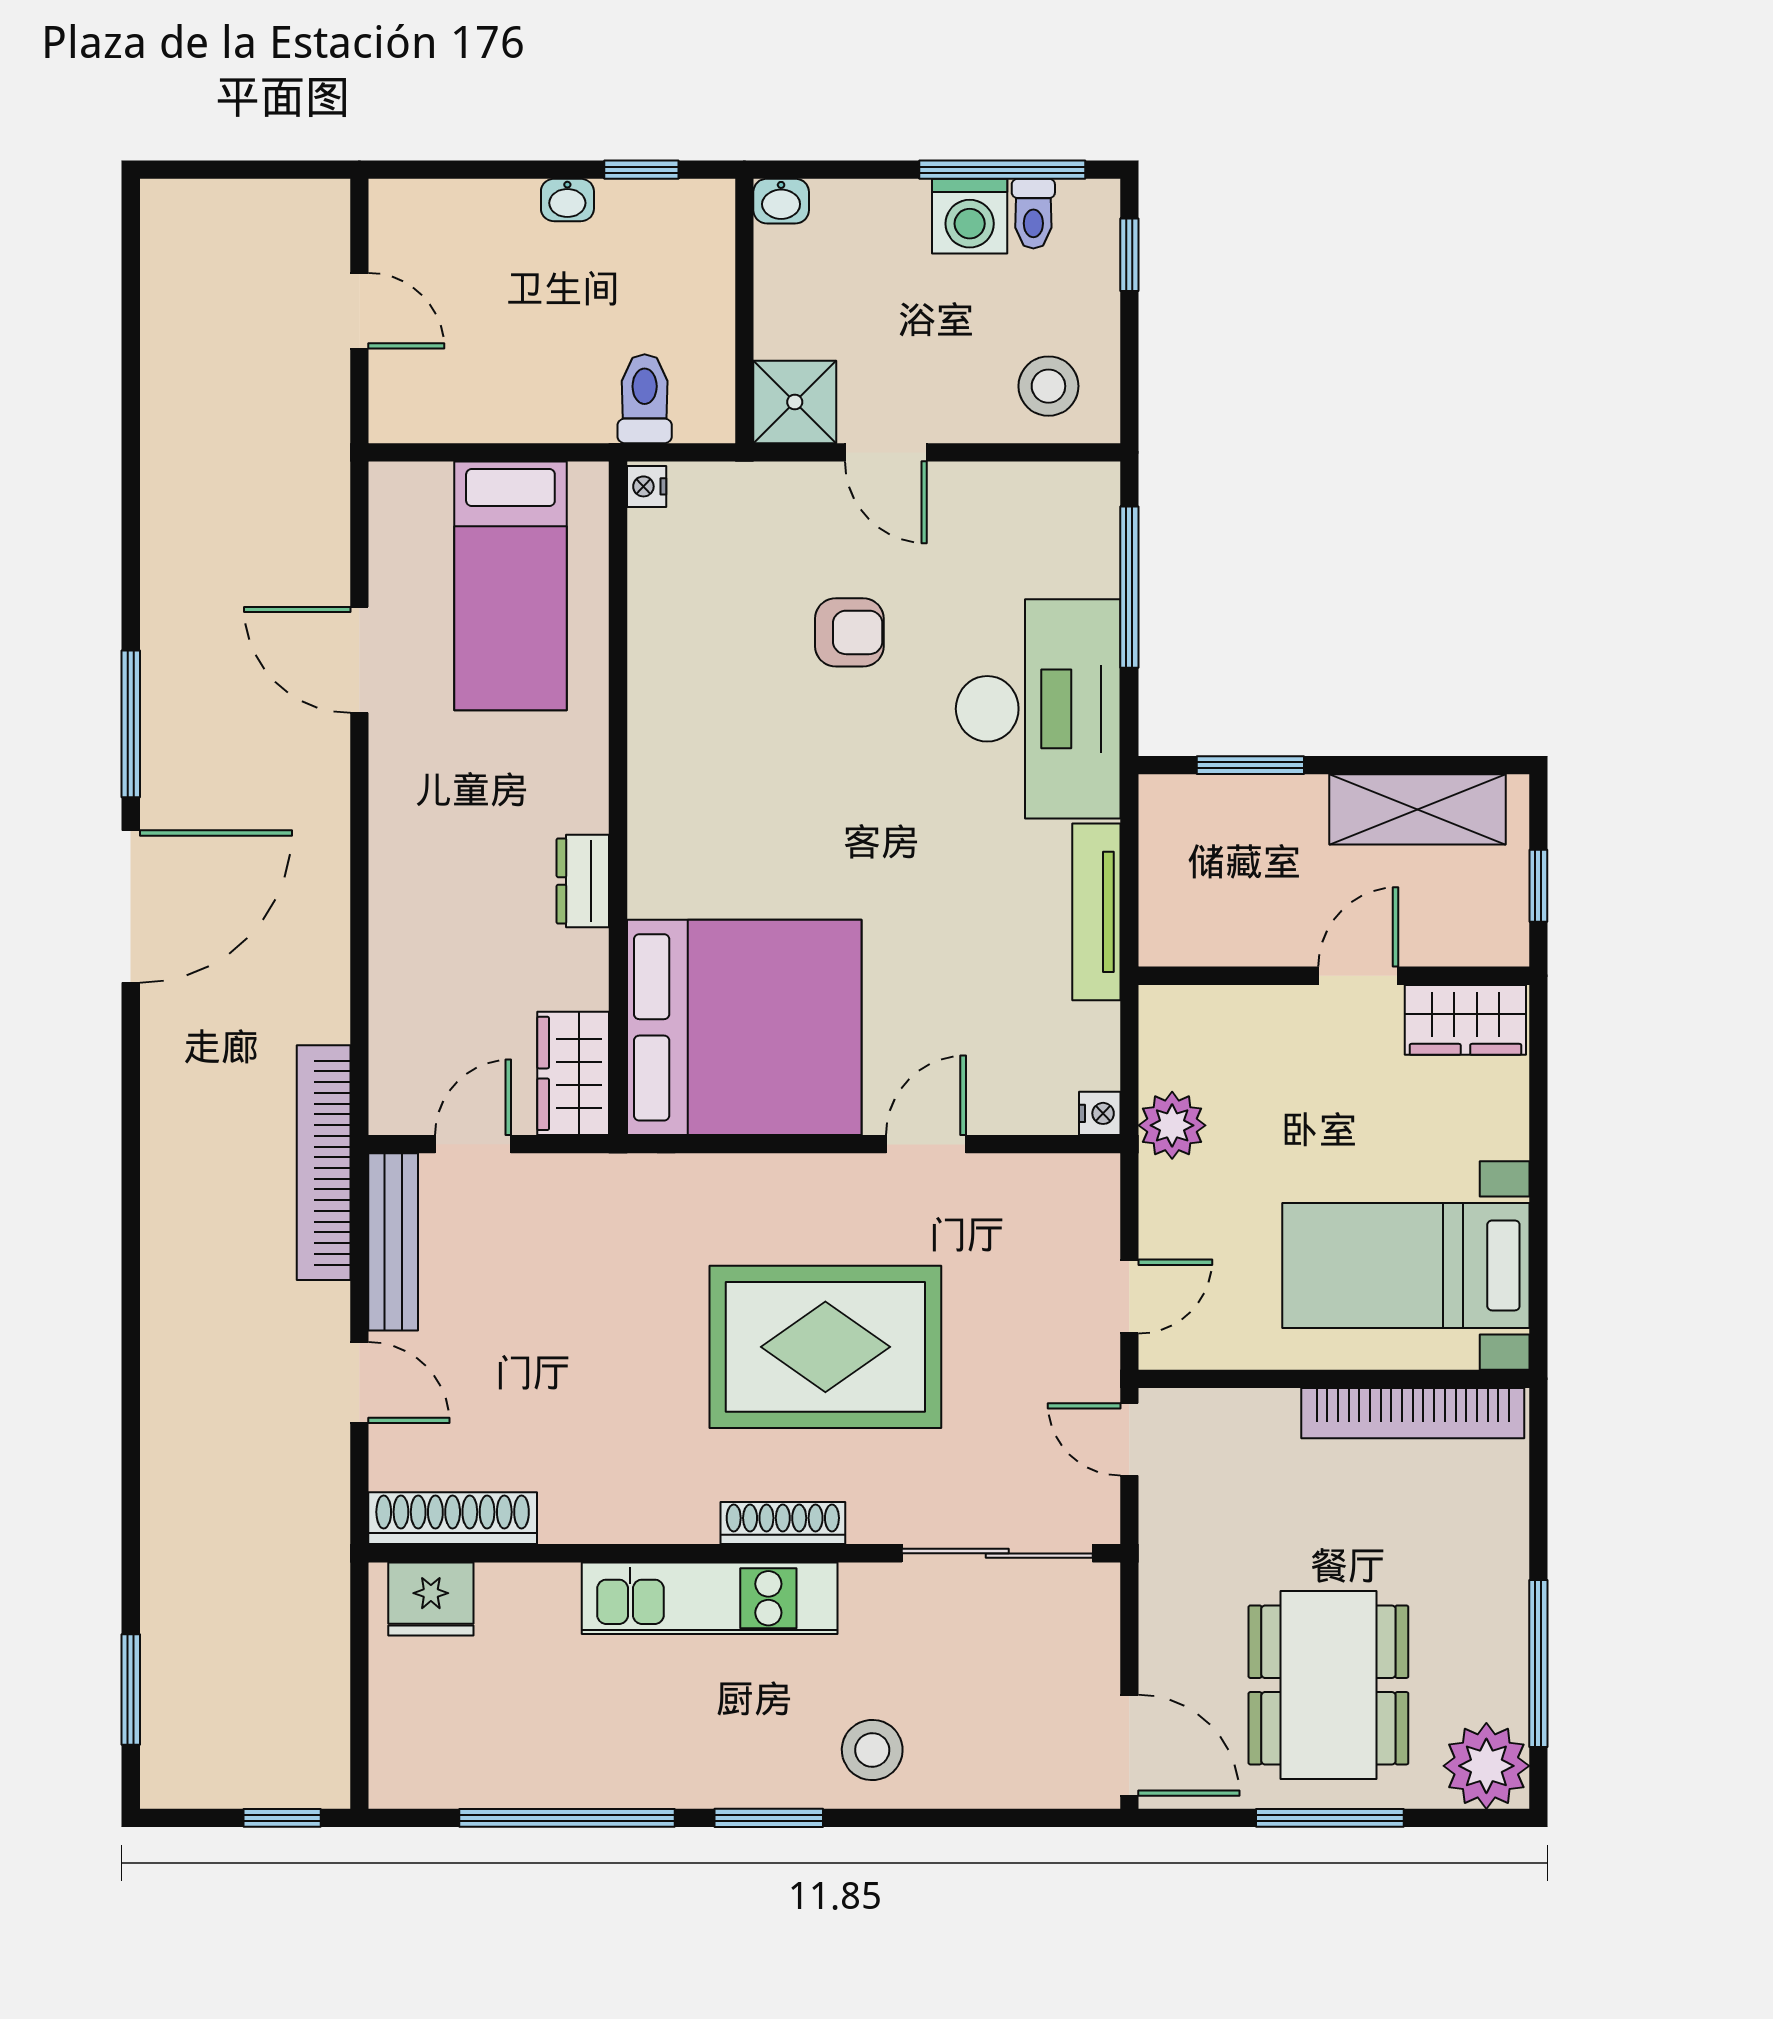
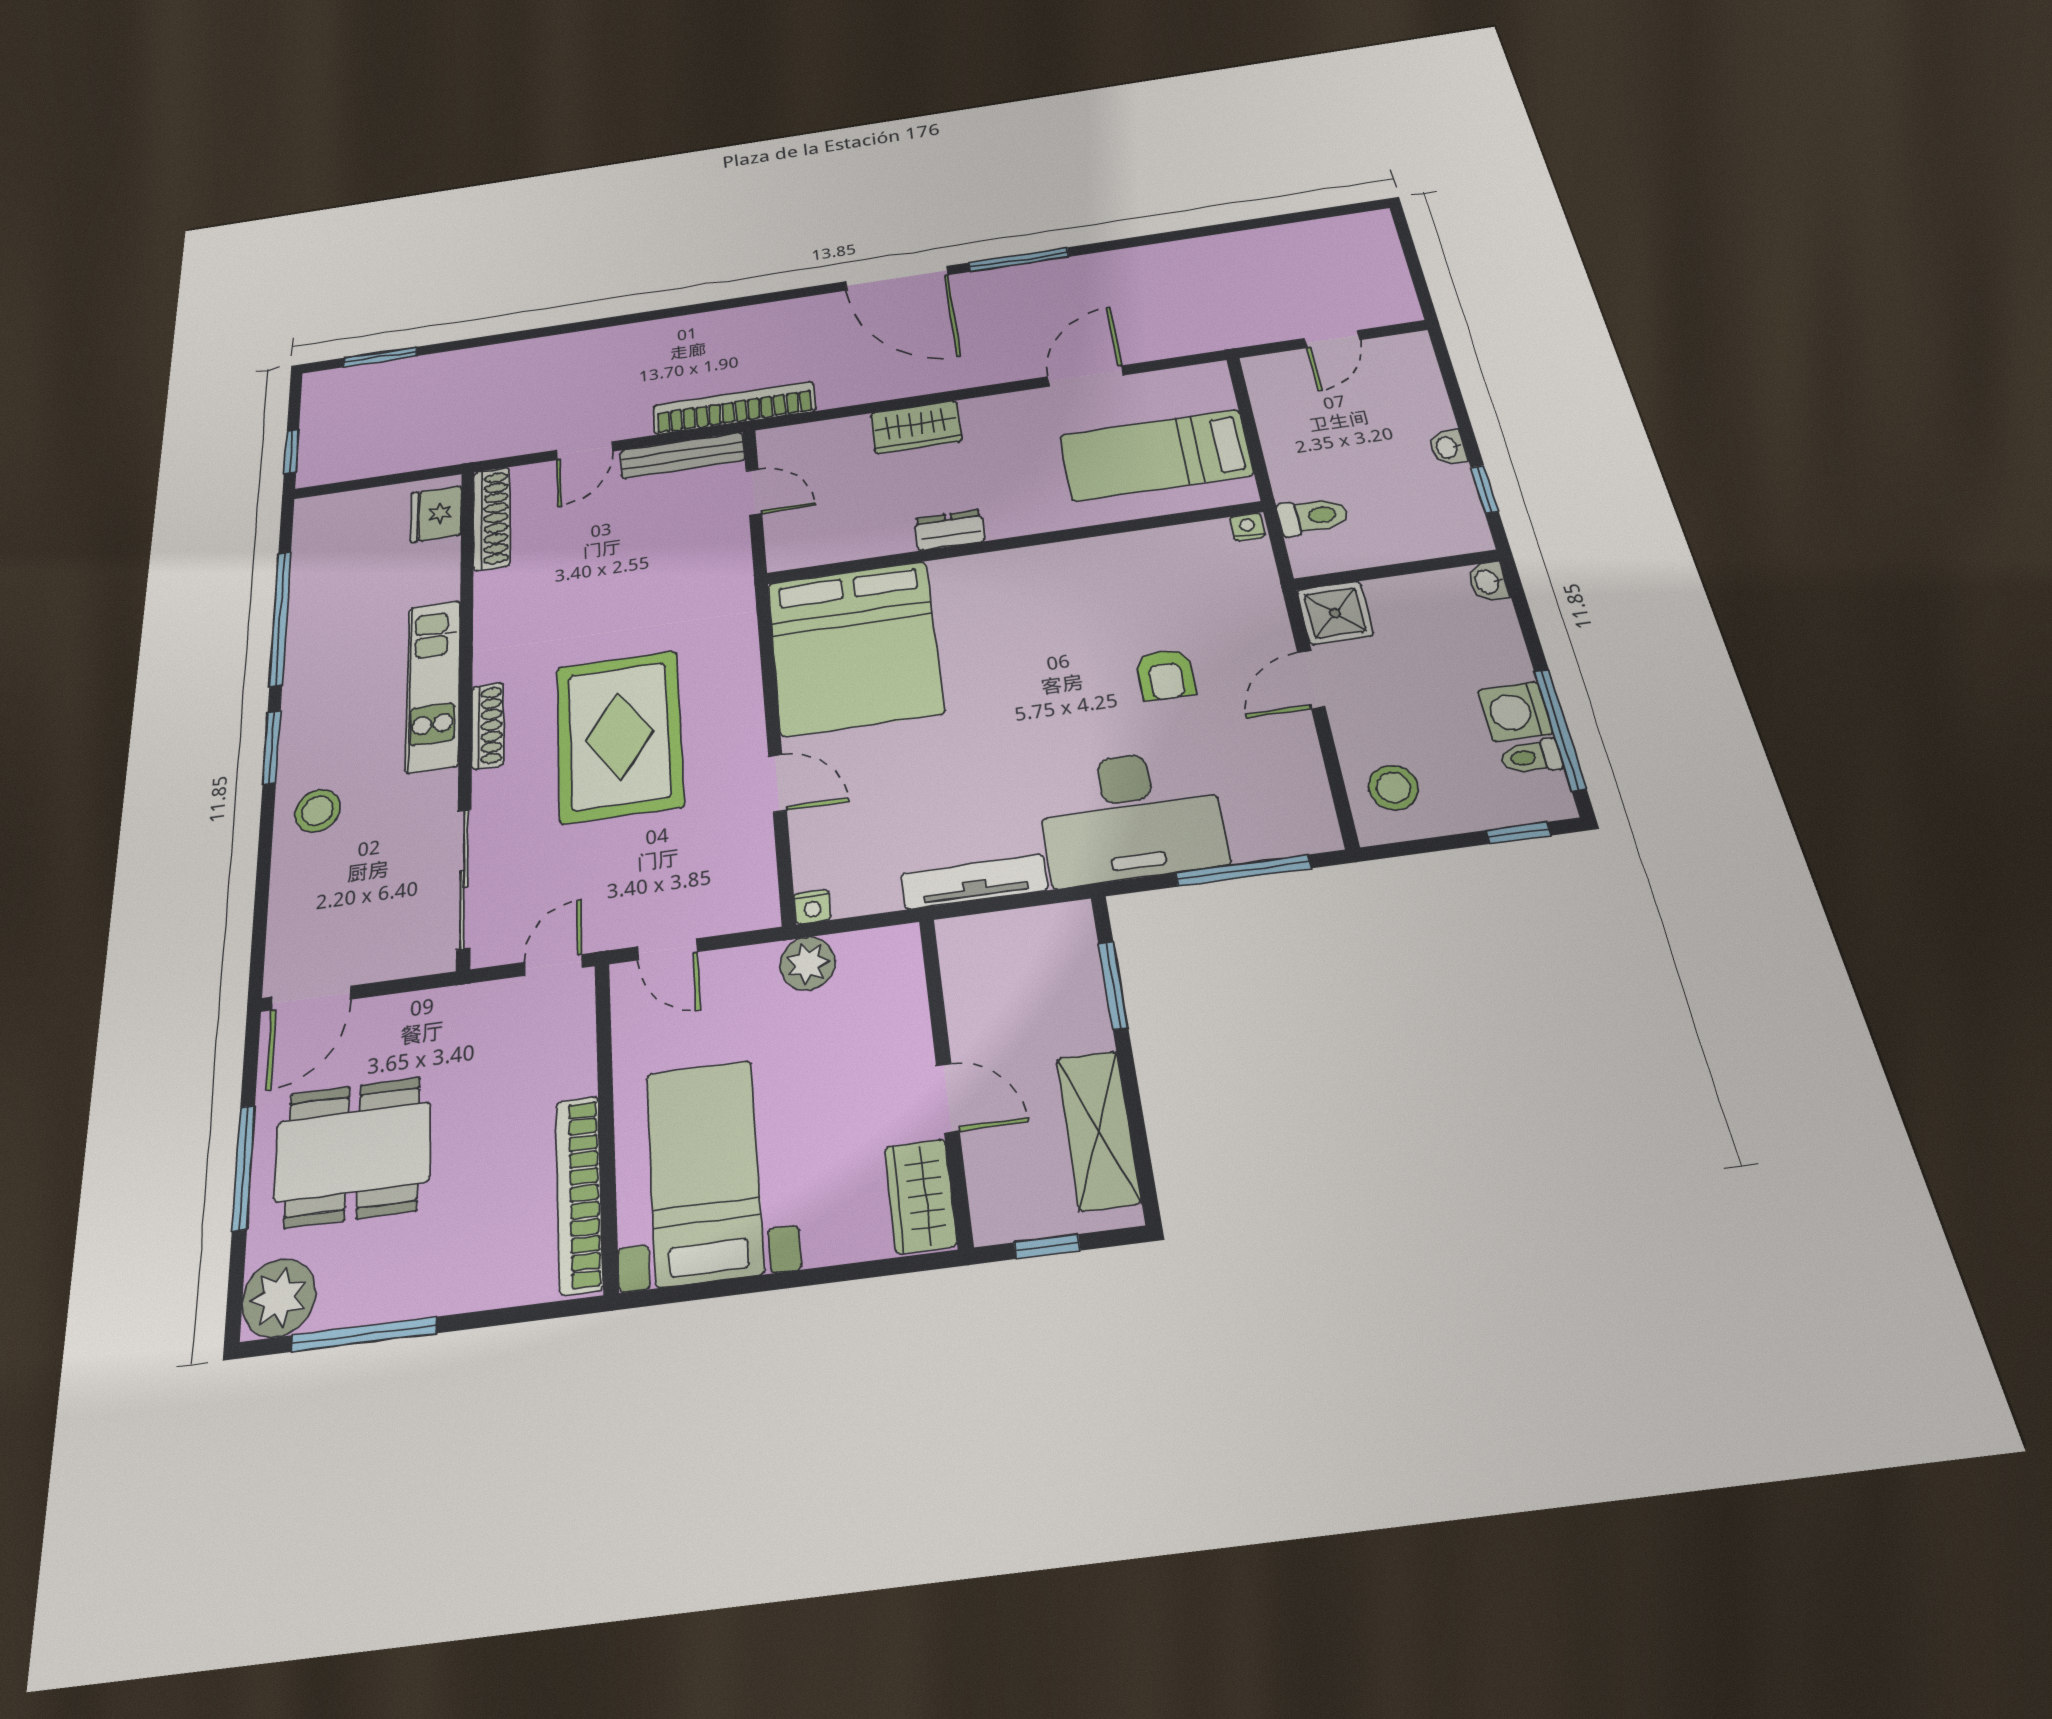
wardrobe: (573, 1073) -> (916, 427), moved, turned 180

